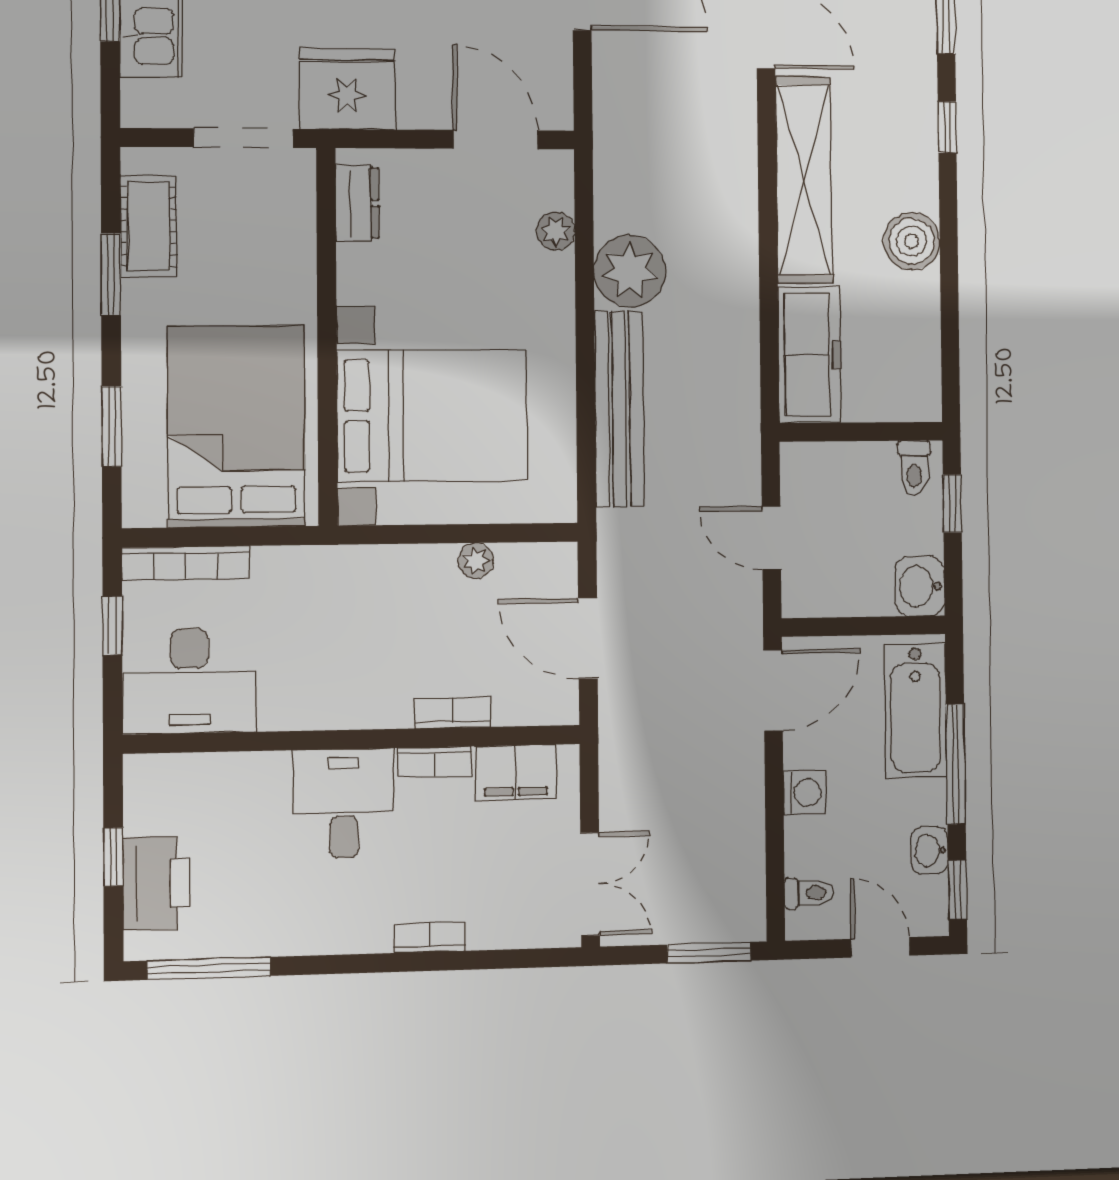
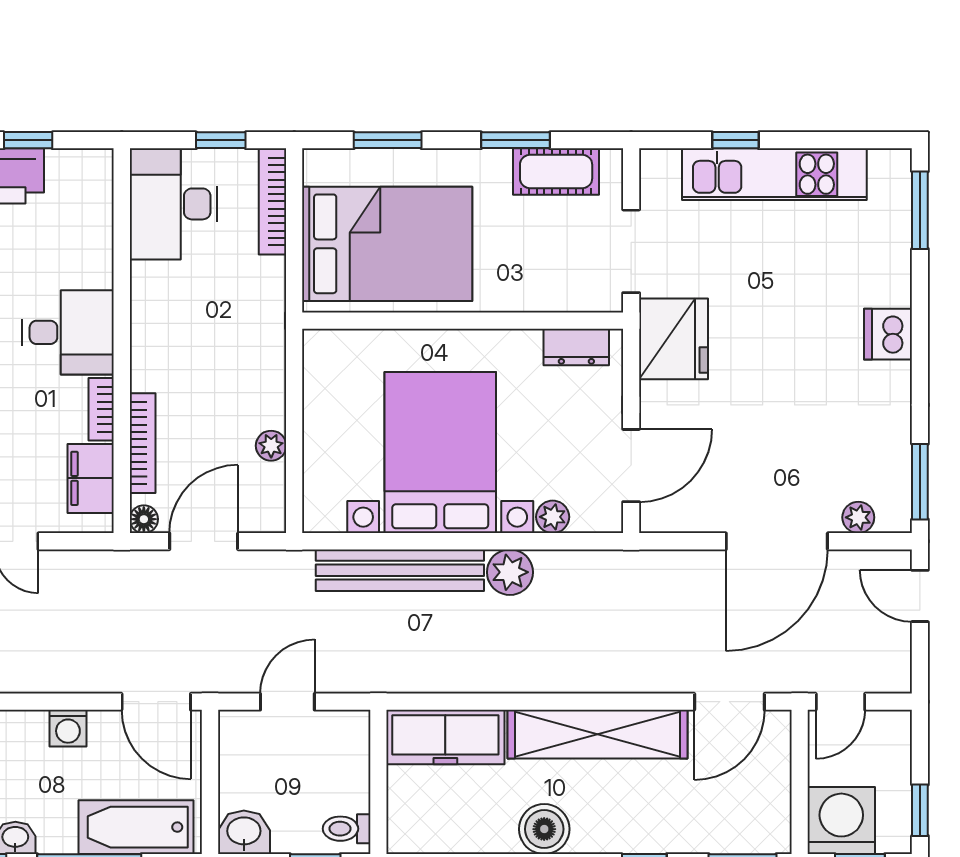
plant: (630, 271) -> (510, 572), width x0.73, depth x0.73
bed with nightstands: (432, 415) -> (440, 453), moved, turned 180
floor lamp: (563, 709) -> (144, 519), added
bookcase: (453, 713) -> (143, 443), width x1.56

